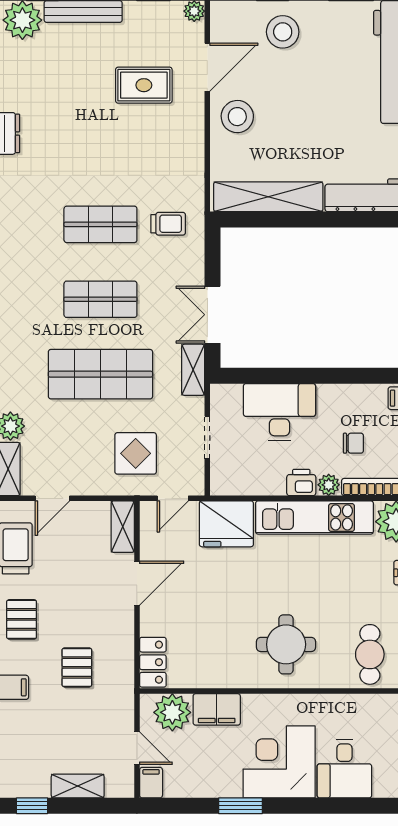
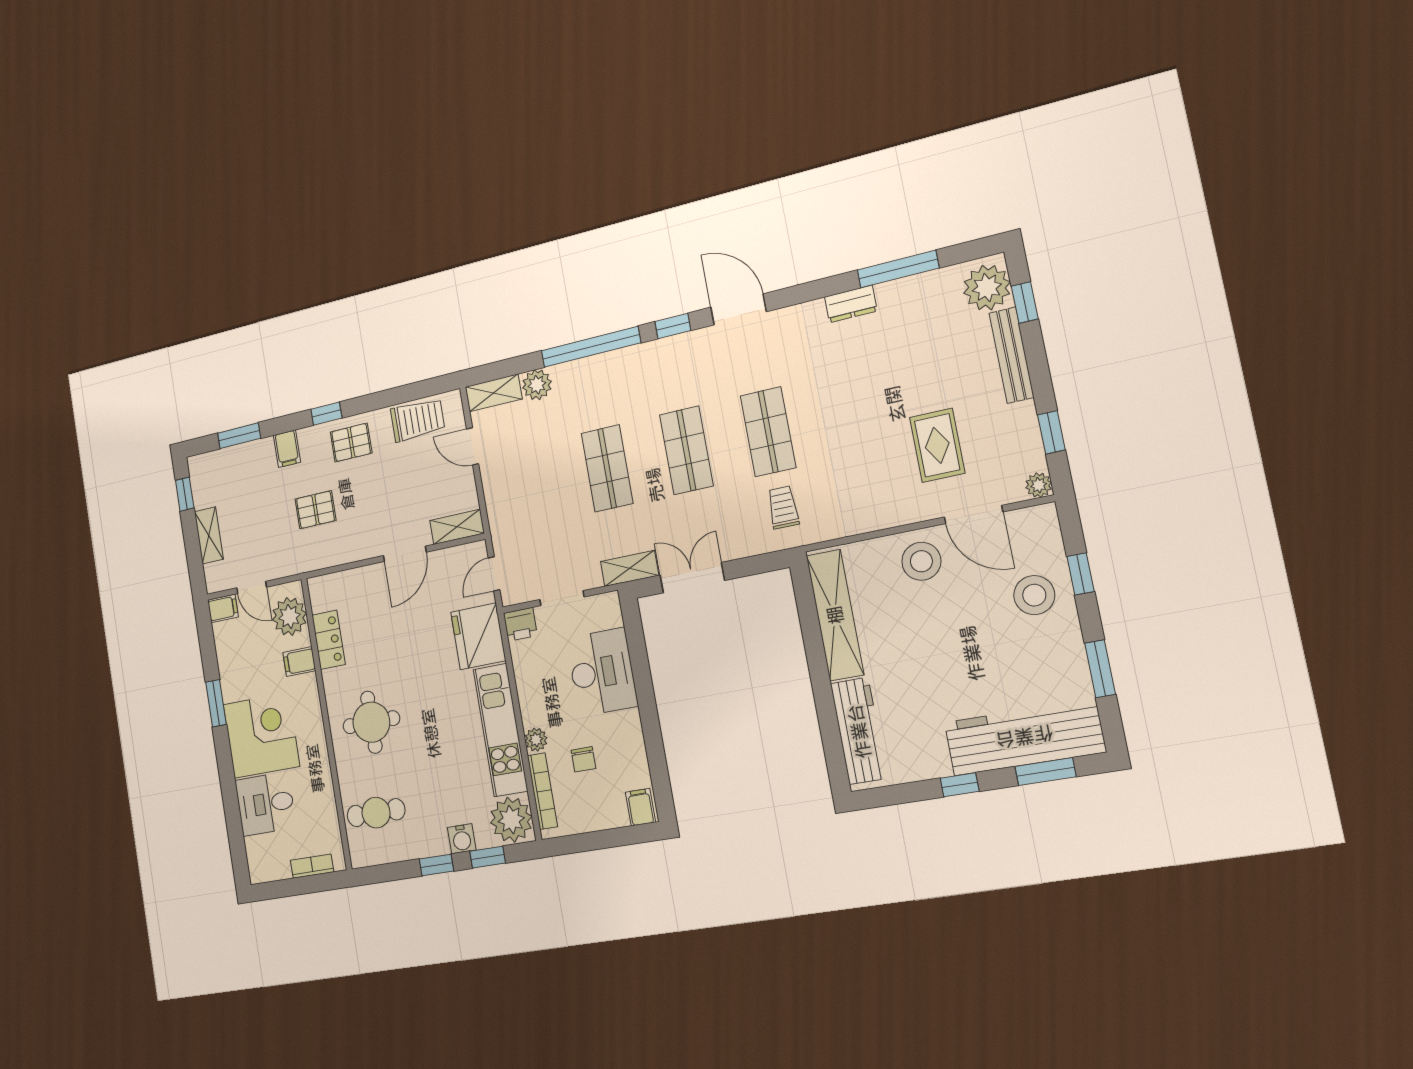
trolley: (168, 224) -> (783, 507), turned 180
shop shelf: (100, 374) -> (607, 468), width x0.70, depth x0.74
display table: (136, 453) -> (532, 524), removed
printer: (301, 482) -> (520, 624), moved, turned 90
door: (173, 498) -> (494, 574), hinge flipped
door: (137, 583) -> (405, 554), hinge flipped
locker: (153, 662) -> (329, 640), moved, turned -90
filing cabinet: (217, 709) -> (299, 662), width x0.50
door: (137, 748) -> (252, 587), hinge flipped

